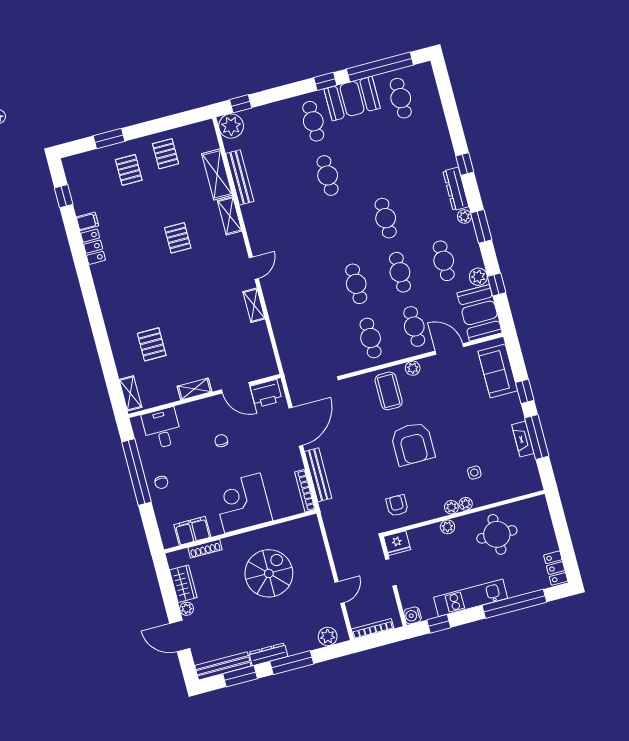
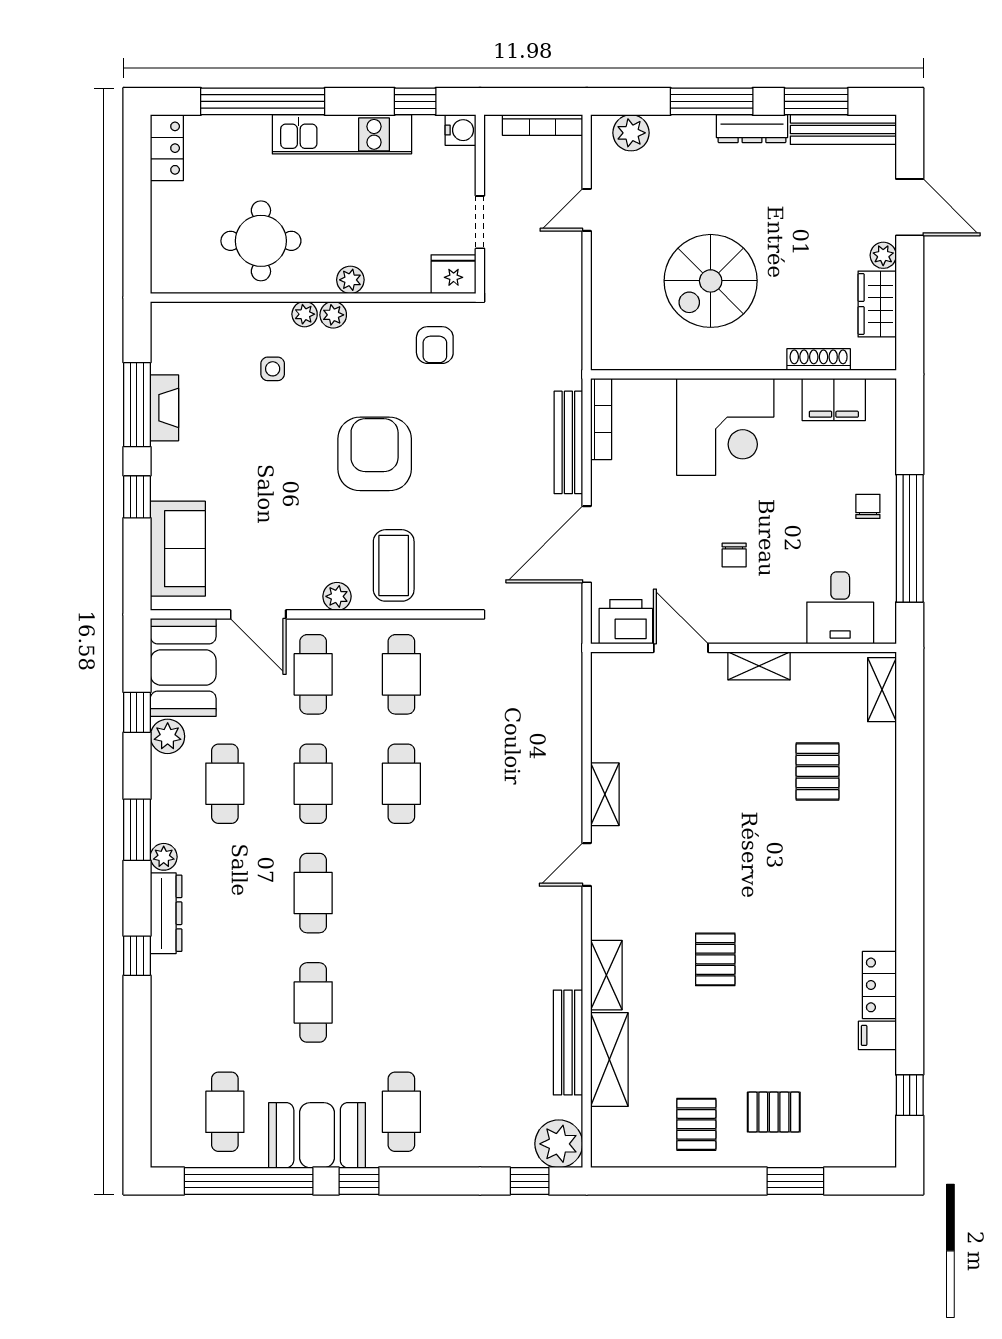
pallet: (129, 170) -> (774, 1112), turned 90
cafe table: (328, 175) -> (313, 1002), moved

